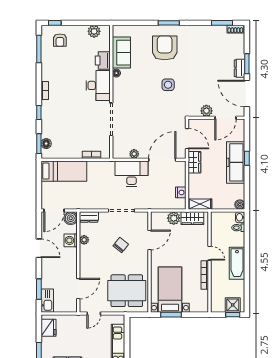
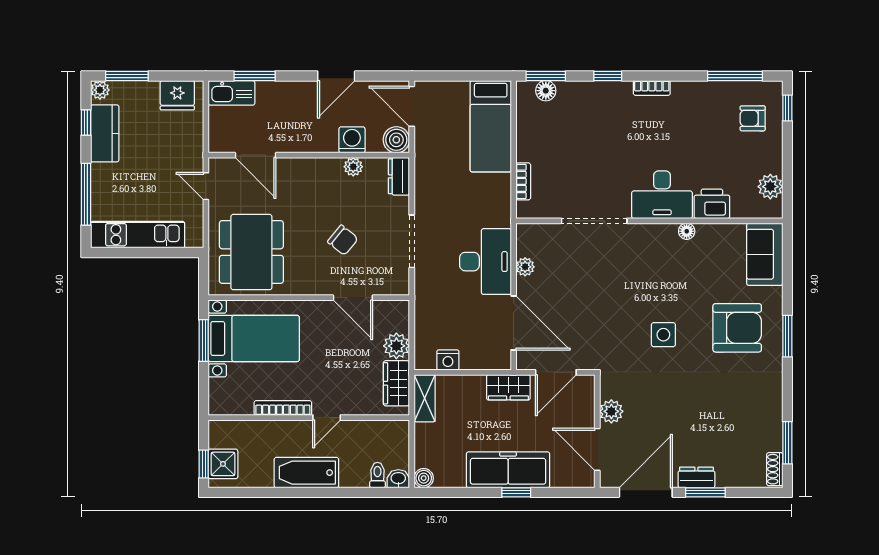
sofa: (121, 53) -> (765, 254), moved, turned 90

